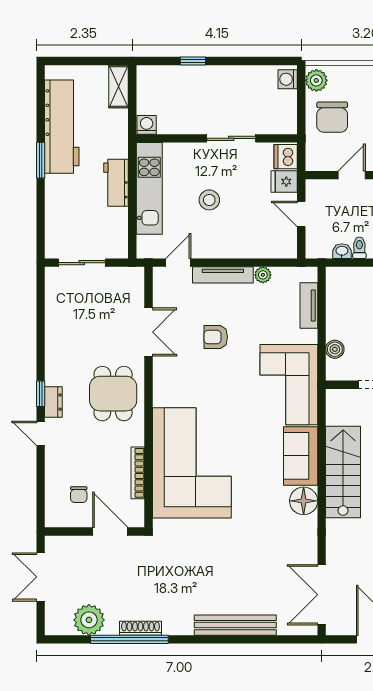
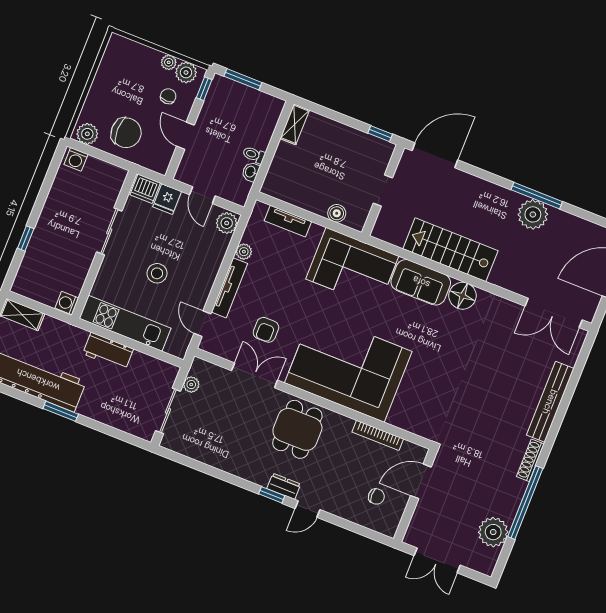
door: (301, 214) -> (202, 195), hinge flipped
plant: (284, 248) -> (227, 223), added
plant: (116, 275) -> (191, 385), added
armchair: (216, 337) -> (266, 330), moved
dining table: (113, 394) -> (297, 429), turned 90
corner sofa: (192, 463) -> (348, 367), moved
shoe rack: (140, 628) -> (530, 460), moved

